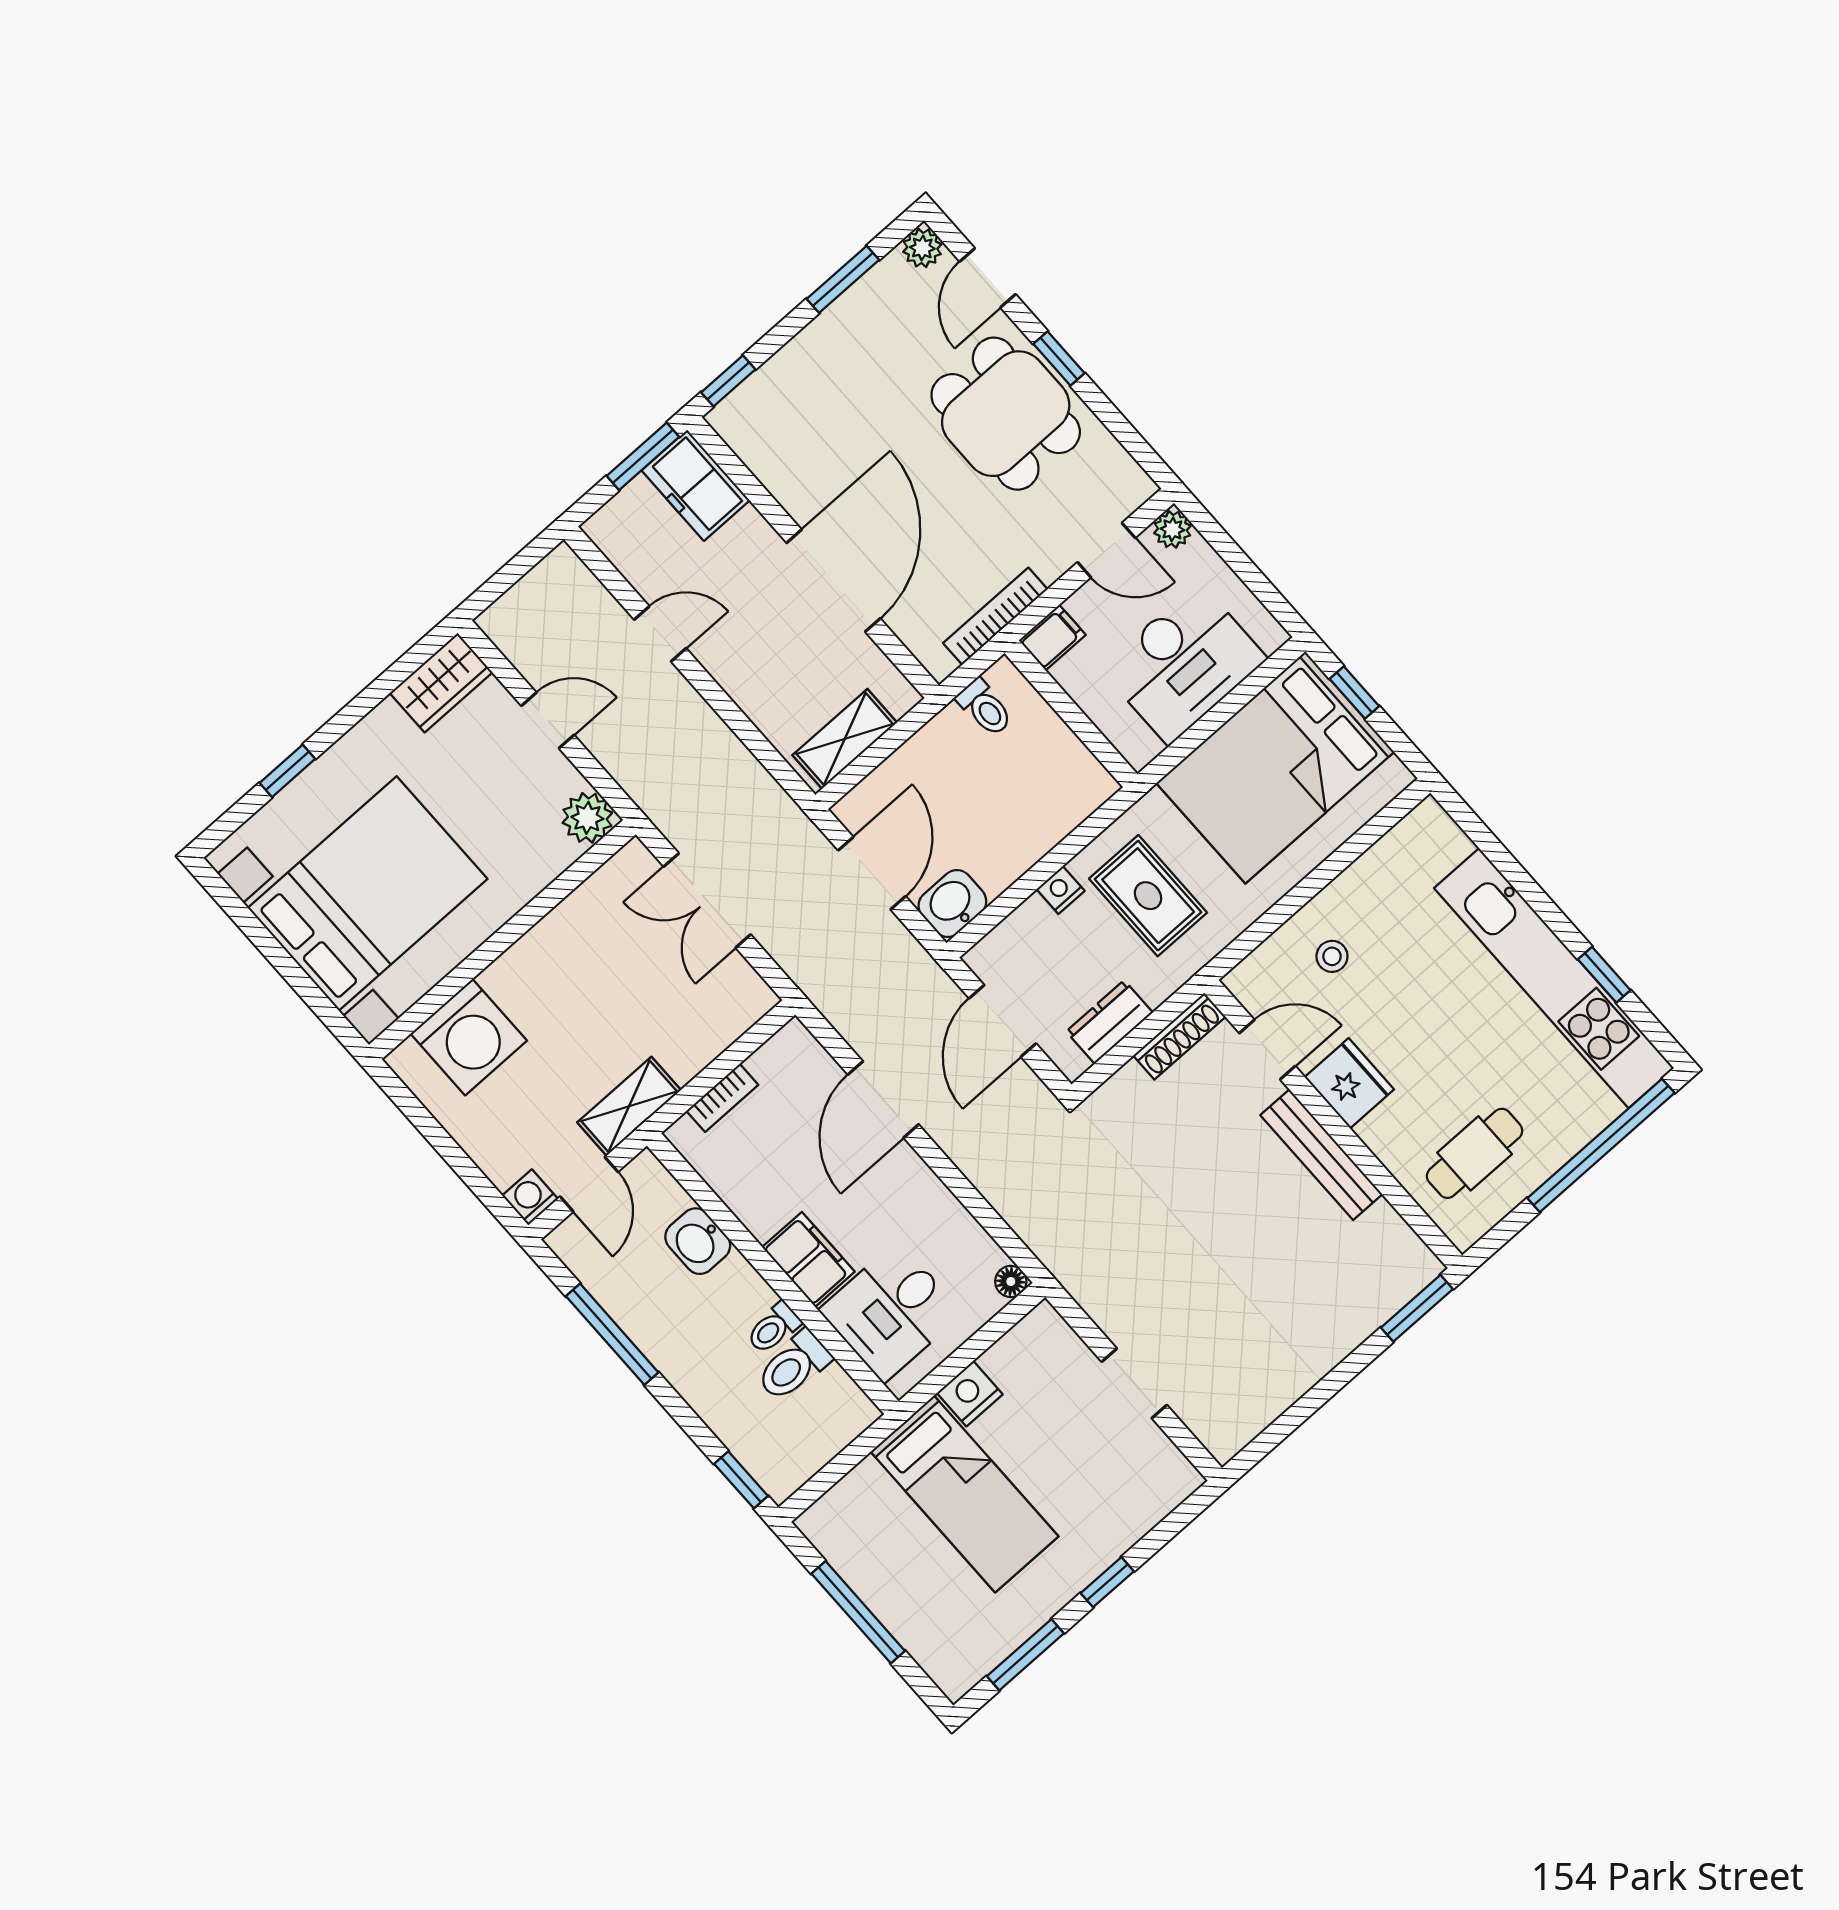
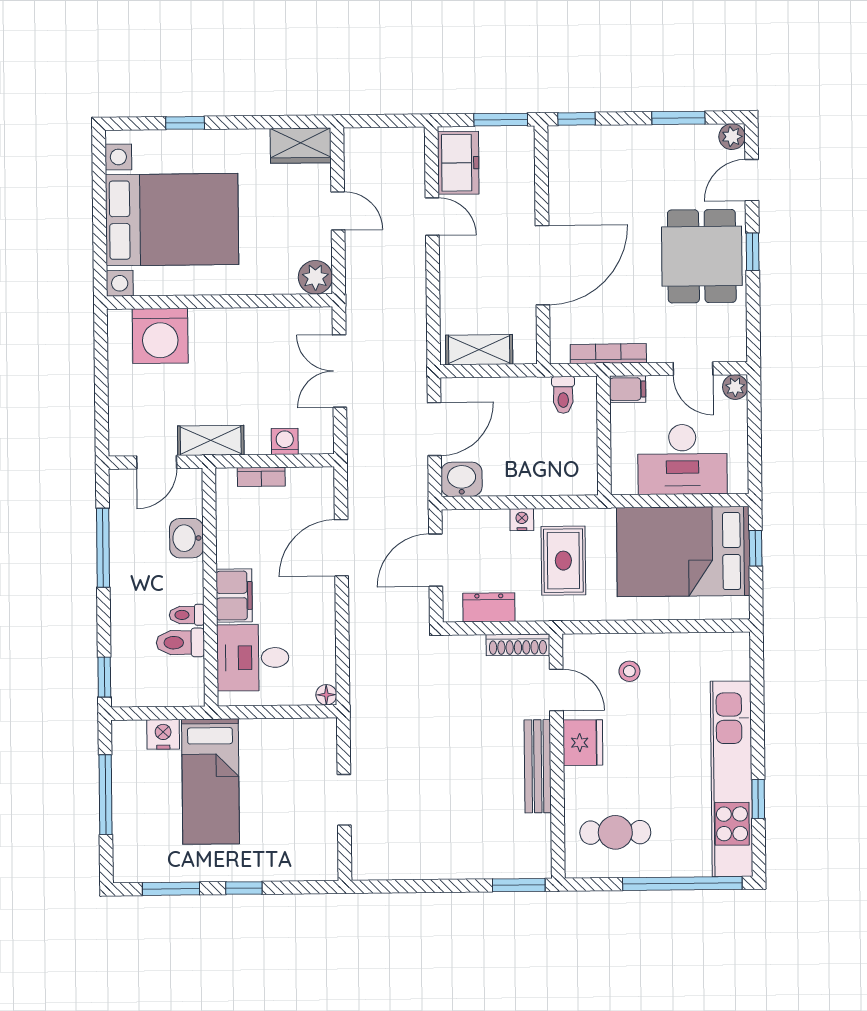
freezer: (696, 485) -> (458, 163), moved, turned 180
washing machine: (530, 1197) -> (285, 441), moved
nightstand: (970, 1394) -> (163, 734), moved

